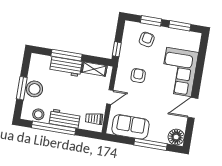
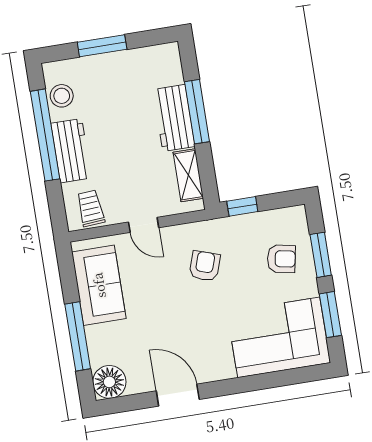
corner sofa: (179, 72) -> (279, 337), moved
armchair: (138, 76) -> (205, 266), turned -71
stool: (34, 89) -> (109, 71), removed

